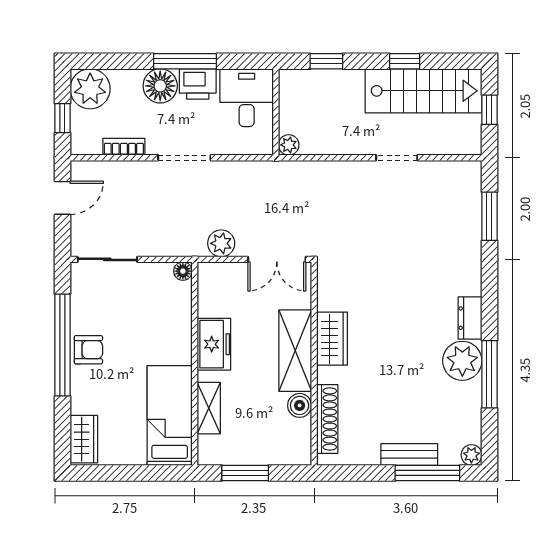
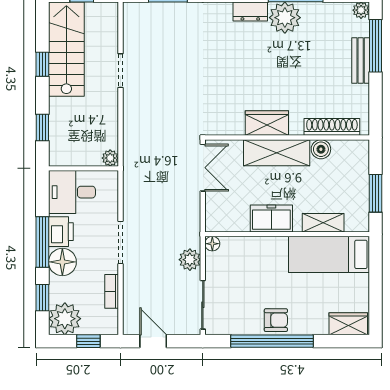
window: (116, 61) -> (42, 298), added
plant: (221, 243) -> (190, 260), moved
armchair: (88, 350) -> (276, 320), turned 90

